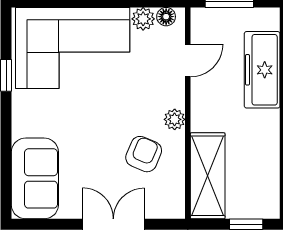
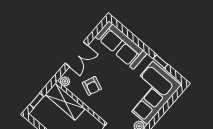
plant: (175, 119) -> (65, 81), moved
sofa: (35, 178) -> (121, 45), width x1.36

